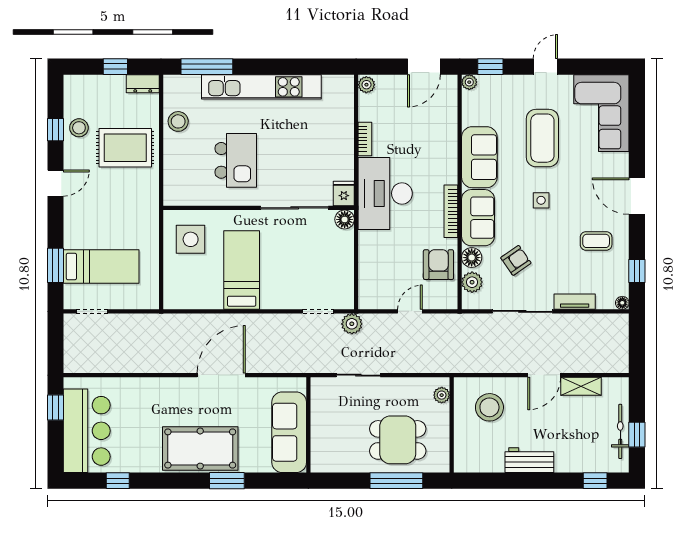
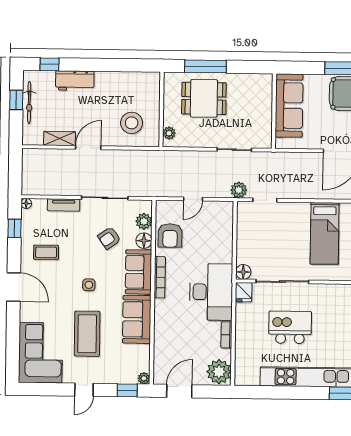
plant: (366, 85) -> (219, 372), width x1.88, depth x1.88
kitchen island: (236, 160) -> (290, 327), moved, turned 90
workbench: (529, 460) -> (75, 81), moved

